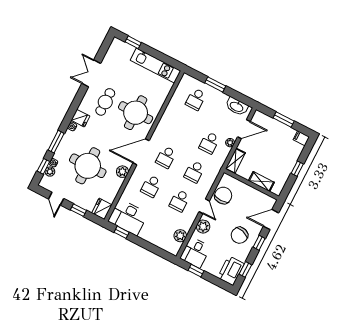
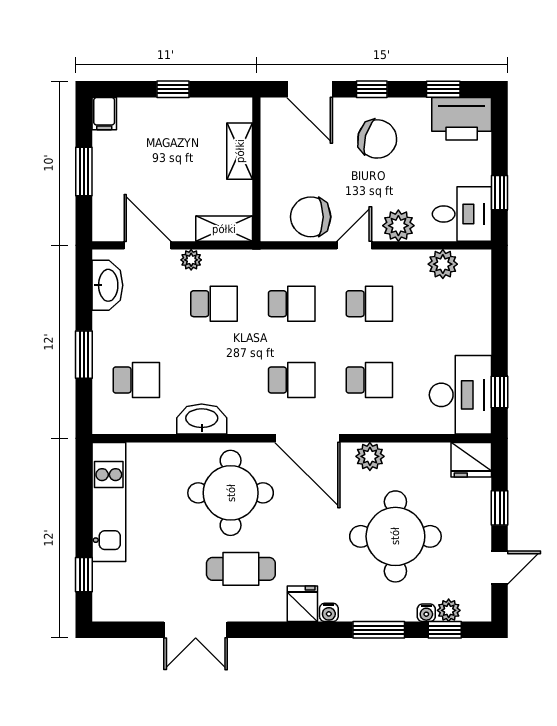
washbasin: (169, 116) -> (202, 419), added

